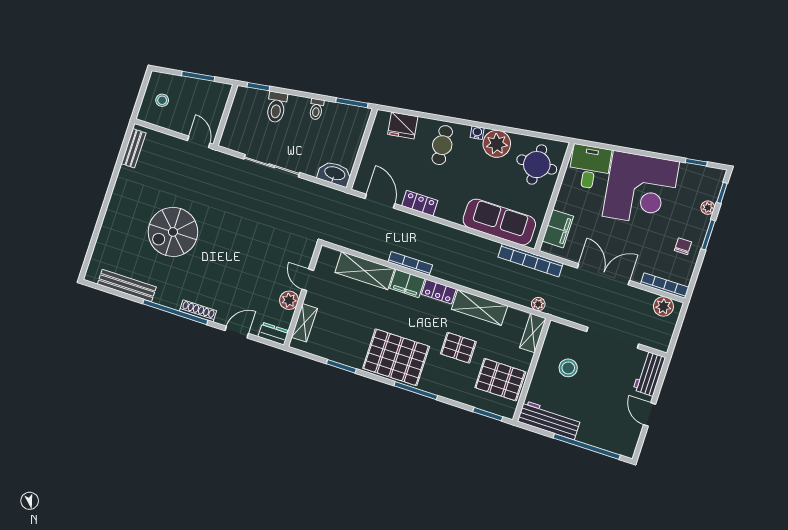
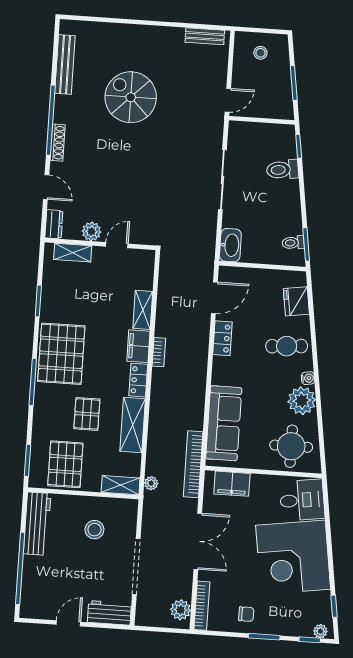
toilet: (316, 109) -> (293, 243), moved
plant: (708, 208) -> (320, 631), moved
bookcase: (410, 263) -> (159, 352), width x0.64
shelving: (365, 271) -> (143, 310), width x0.67, depth x0.75

